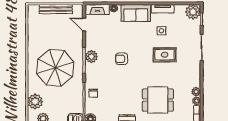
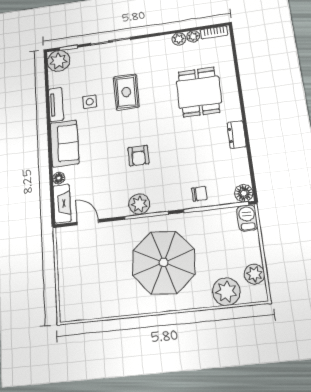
bench: (56, 9) -> (65, 272), removed
door: (84, 25) -> (88, 222), swing flipped

